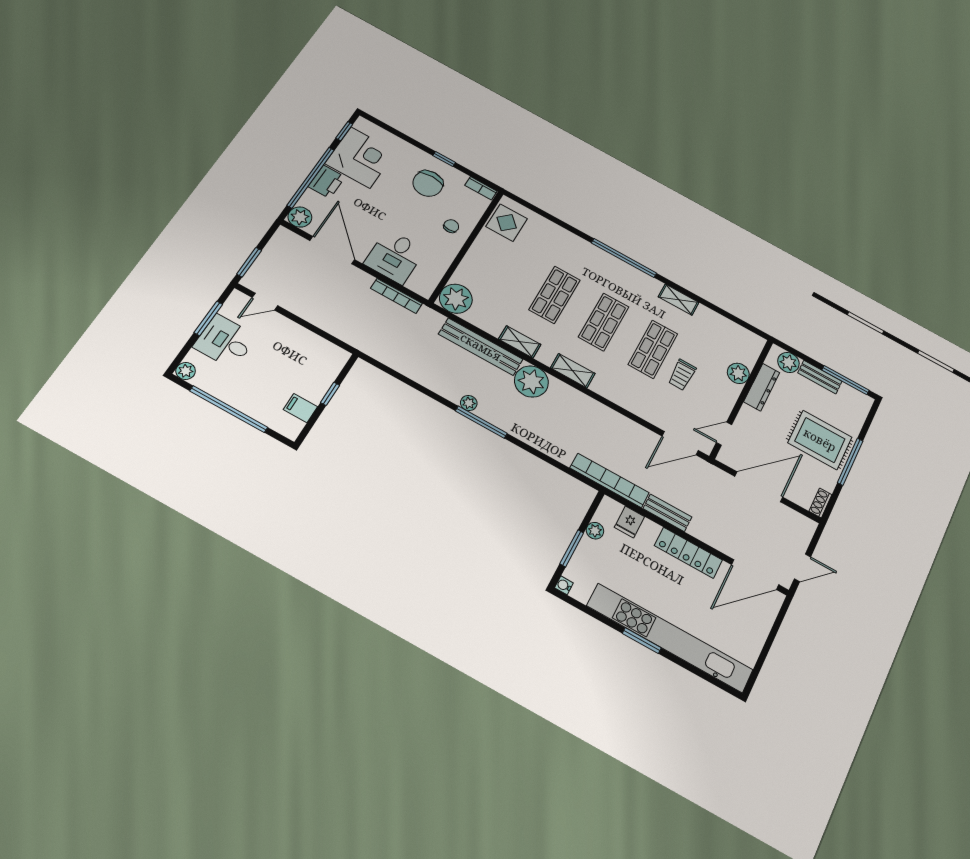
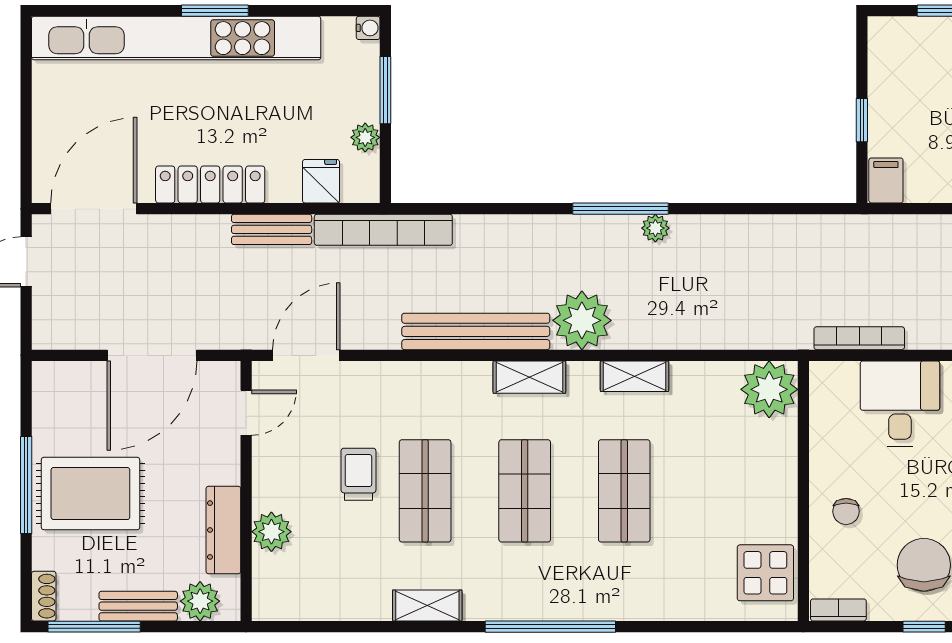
bench: (481, 347) -> (476, 331), moved
filing cabinet: (300, 408) -> (886, 180), moved, turned -90
shoe rack: (821, 503) -> (44, 596), moved

